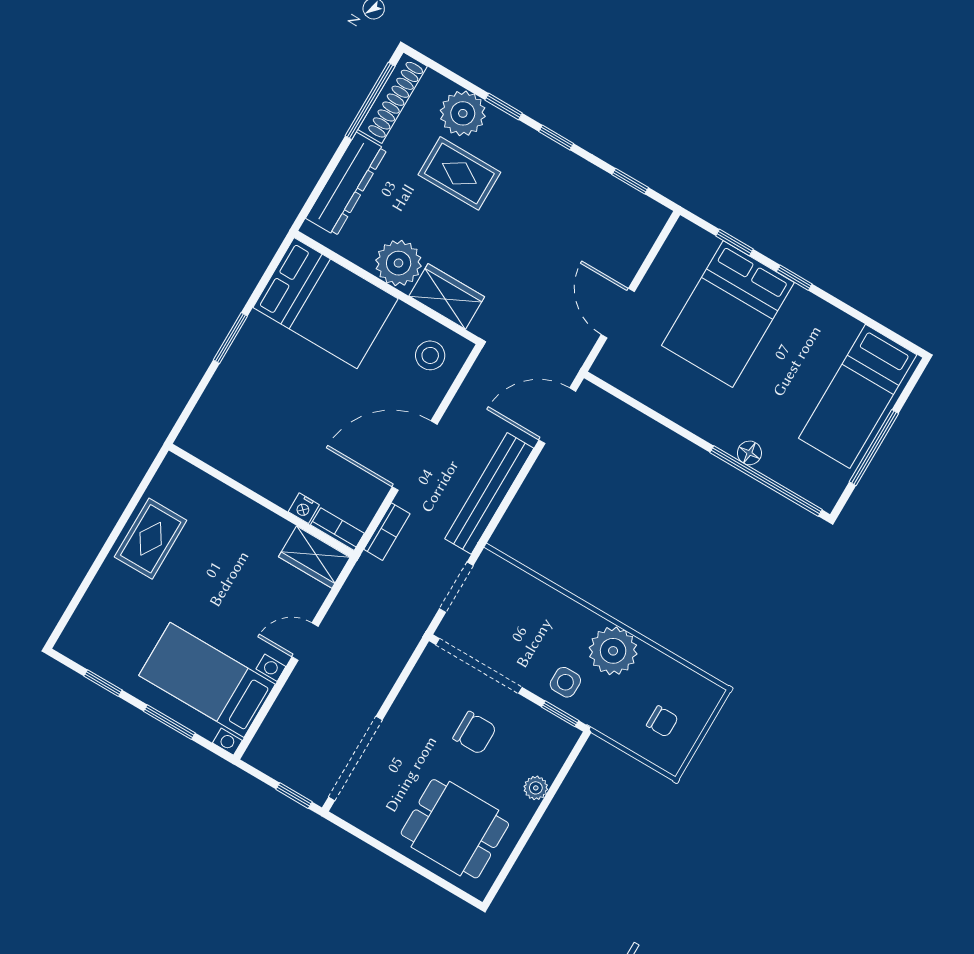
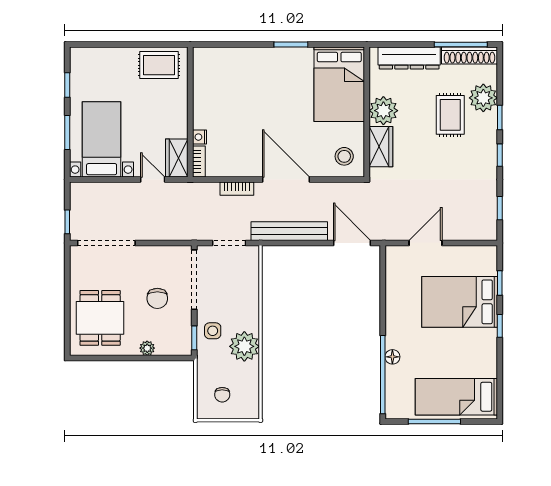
wall: (261, 501) -> (190, 112), moved
nightstand: (304, 508) -> (199, 137), moved
bookcase: (337, 529) -> (199, 161), moved
wardrobe: (314, 557) -> (177, 158), moved

